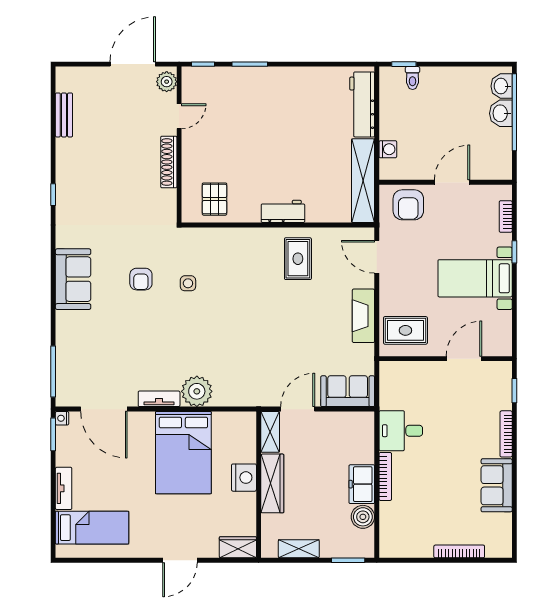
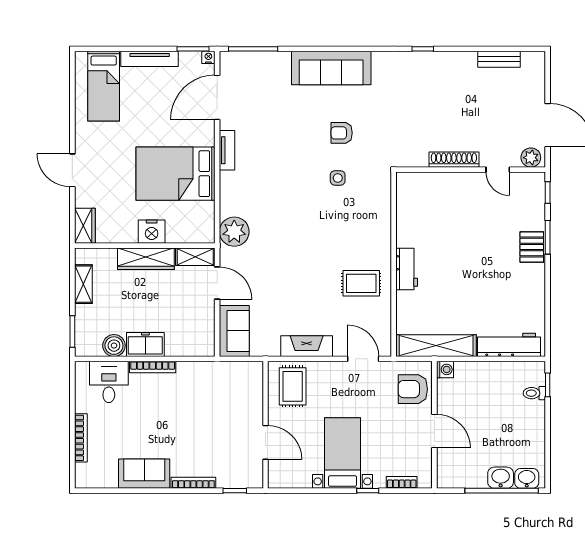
washing machine: (388, 149) -> (445, 369), moved, turned -90
pallet: (215, 199) -> (532, 247), moved, turned 90
door: (377, 257) -> (363, 359), hinge flipped
sofa: (73, 279) -> (331, 68), width x1.36
plant: (197, 391) -> (234, 232), moved
desk: (401, 431) -> (109, 382), moved
tv unit: (64, 488) -> (150, 59), width x1.41

